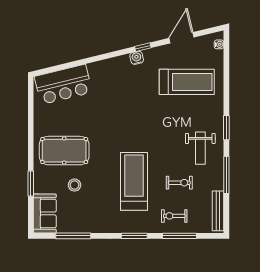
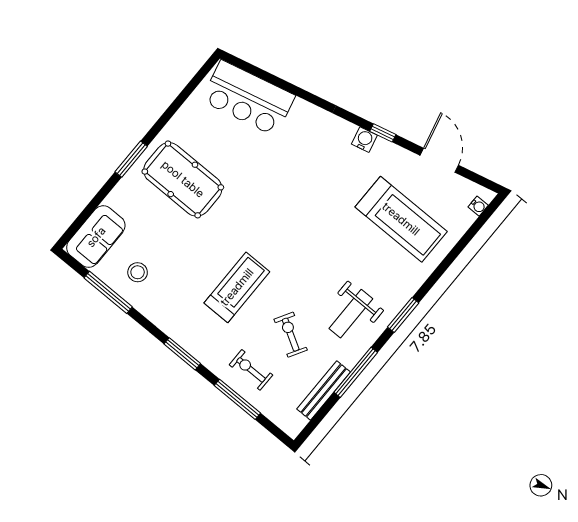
door: (182, 38) -> (439, 160), hinge flipped
treadmill: (134, 181) -> (237, 287), width x0.73, depth x0.73
window: (31, 183) -> (131, 159), moved
exercise bike: (179, 183) -> (291, 335), turned -150
stool: (74, 185) -> (138, 272), moved
bench: (218, 211) -> (324, 390), moved

